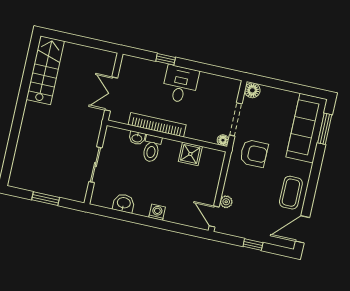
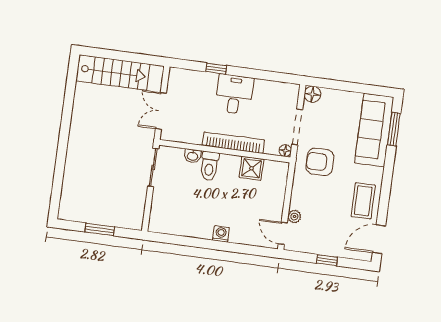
stairs: (45, 70) -> (113, 72), moved, turned 90
bookcase: (157, 125) -> (233, 143), moved
armchair: (254, 153) -> (320, 162), turned 180
sliding door: (95, 165) -> (153, 167), moved
washbasin: (124, 203) -> (184, 227), removed

